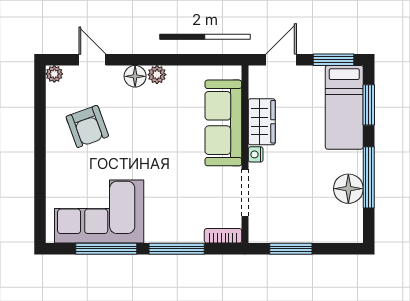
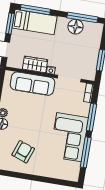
window: (369, 105) -> (35, 10), width x1.44
armchair: (87, 126) -> (23, 152), turned -50
window: (369, 177) -> (82, 17), moved
corner sofa: (99, 211) -> (69, 137), moved

